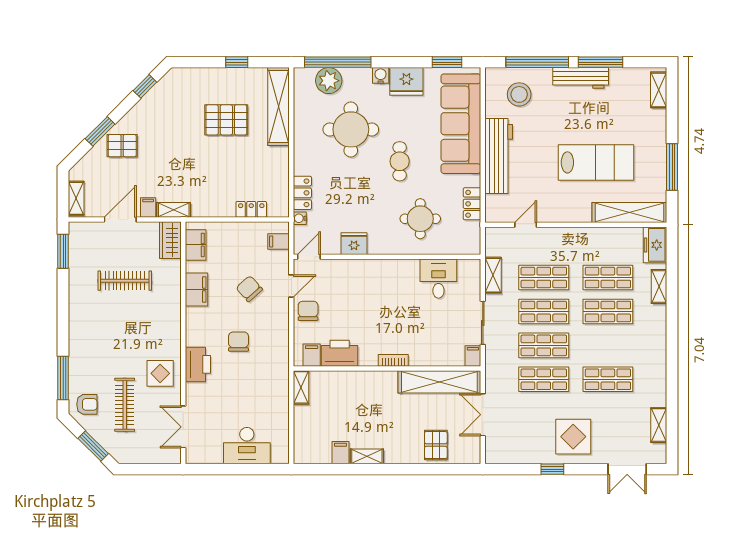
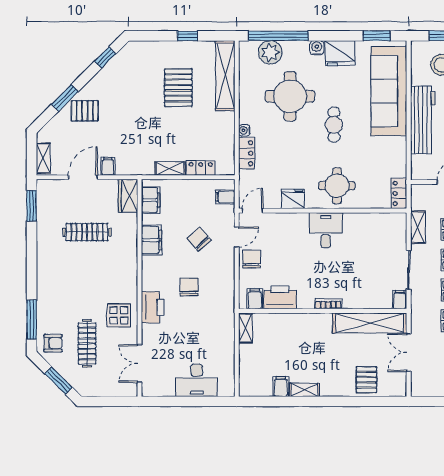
pallet: (226, 120) -> (178, 88), turned 90
locker: (472, 204) -> (399, 193), moved
shelving: (174, 210) -> (170, 168), moved
water cooler: (300, 218) -> (244, 130), moved
round table: (420, 219) -> (337, 186), moved
desk: (438, 279) -> (326, 230), moved

